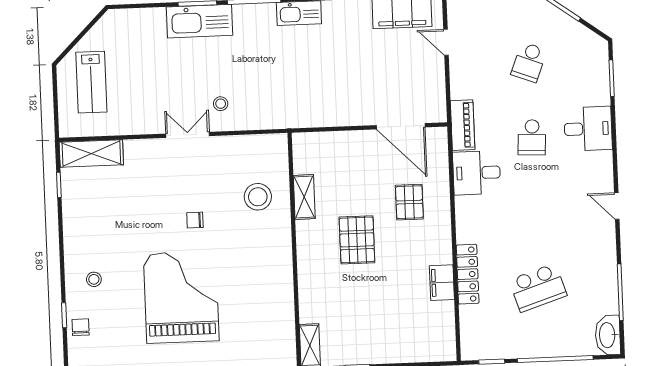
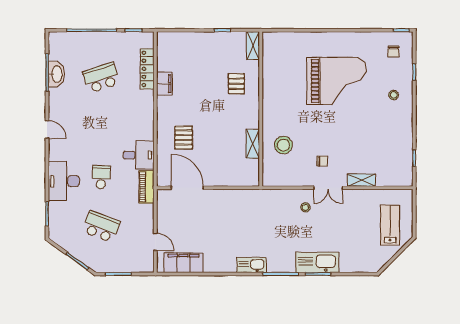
school desk: (529, 62) -> (101, 227), width x1.85
desk: (588, 129) -> (64, 181), width x1.37
shelving: (91, 153) -> (361, 180), moved, width x0.67, depth x0.75
chair: (195, 220) -> (322, 161), moved
pallet: (357, 240) -> (236, 84), moved, width x0.67, depth x0.71
locker: (468, 274) -> (147, 69), moved
grand piano: (181, 297) -> (337, 81), turned -90
chair: (81, 327) -> (393, 51), moved
washbasin: (608, 335) -> (56, 74), moved

